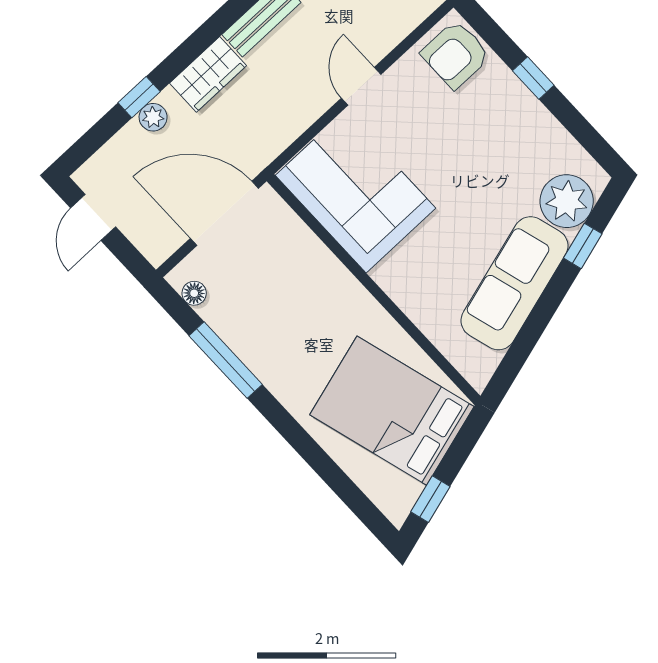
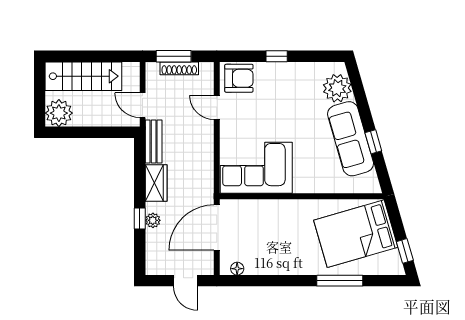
armchair: (456, 55) -> (239, 78), turned -90
door: (361, 86) -> (217, 107), moved
door: (93, 217) -> (185, 281), moved
window: (583, 246) -> (373, 142), moved
window: (226, 360) -> (340, 281), moved

